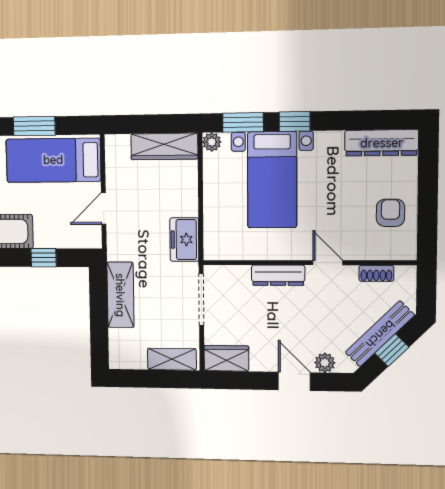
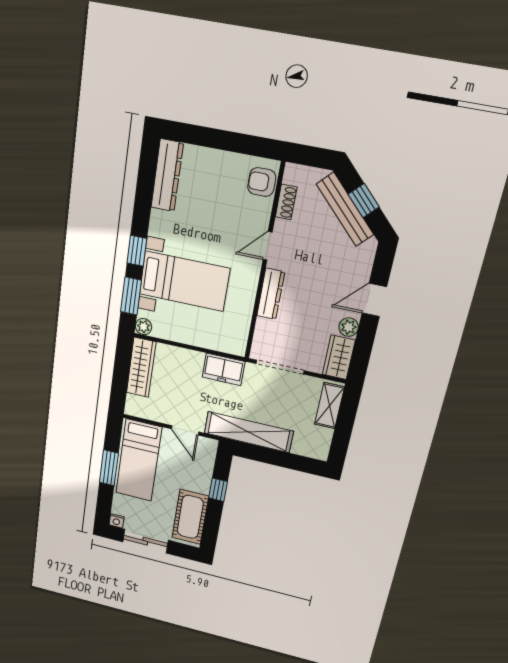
armchair: (390, 213) -> (262, 182), moved
shelving: (120, 295) -> (249, 432), width x1.47
plant: (325, 363) -> (349, 327), moved

